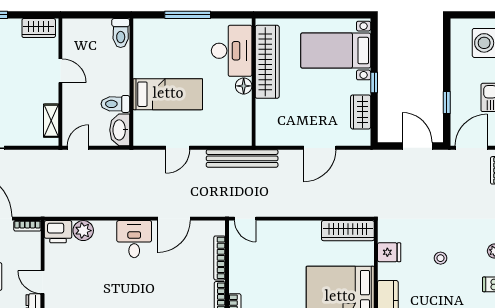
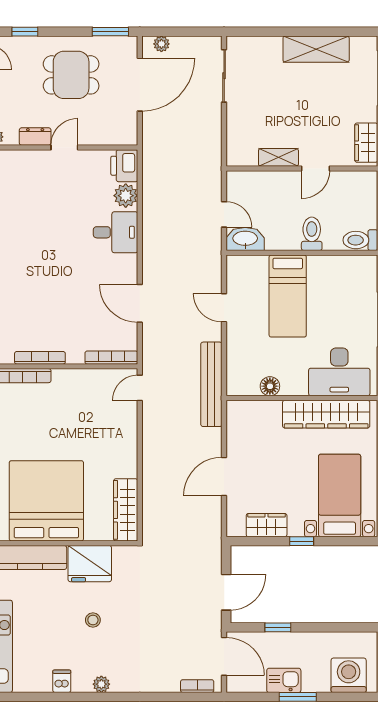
floor lamp: (244, 86) -> (270, 386), moved
toilet: (115, 104) -> (312, 234), moved
shelving: (51, 121) -> (278, 157), moved
door: (78, 148) -> (224, 214), moved
door: (320, 148) -> (224, 477), hinge flipped
bookcase: (27, 226) -> (131, 129), removed
desk: (134, 239) -> (116, 232), moved
fridge: (389, 252) -> (90, 564), width x1.88, depth x1.34
bookcase: (220, 258) -> (111, 358), moved

